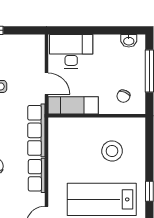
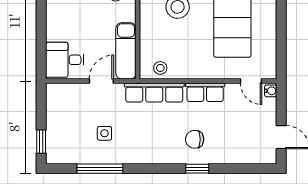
desk: (71, 51) -> (65, 60), width x0.73
stool: (58, 136) -> (160, 68), added

